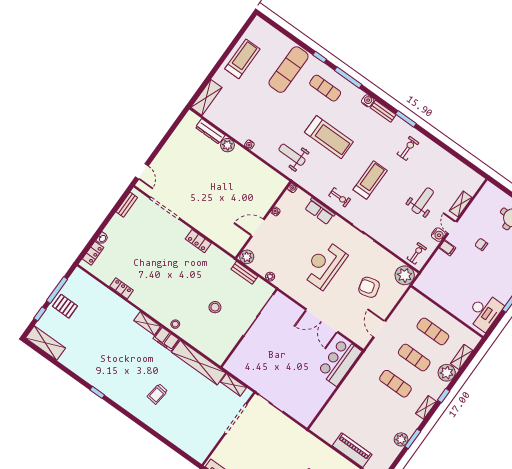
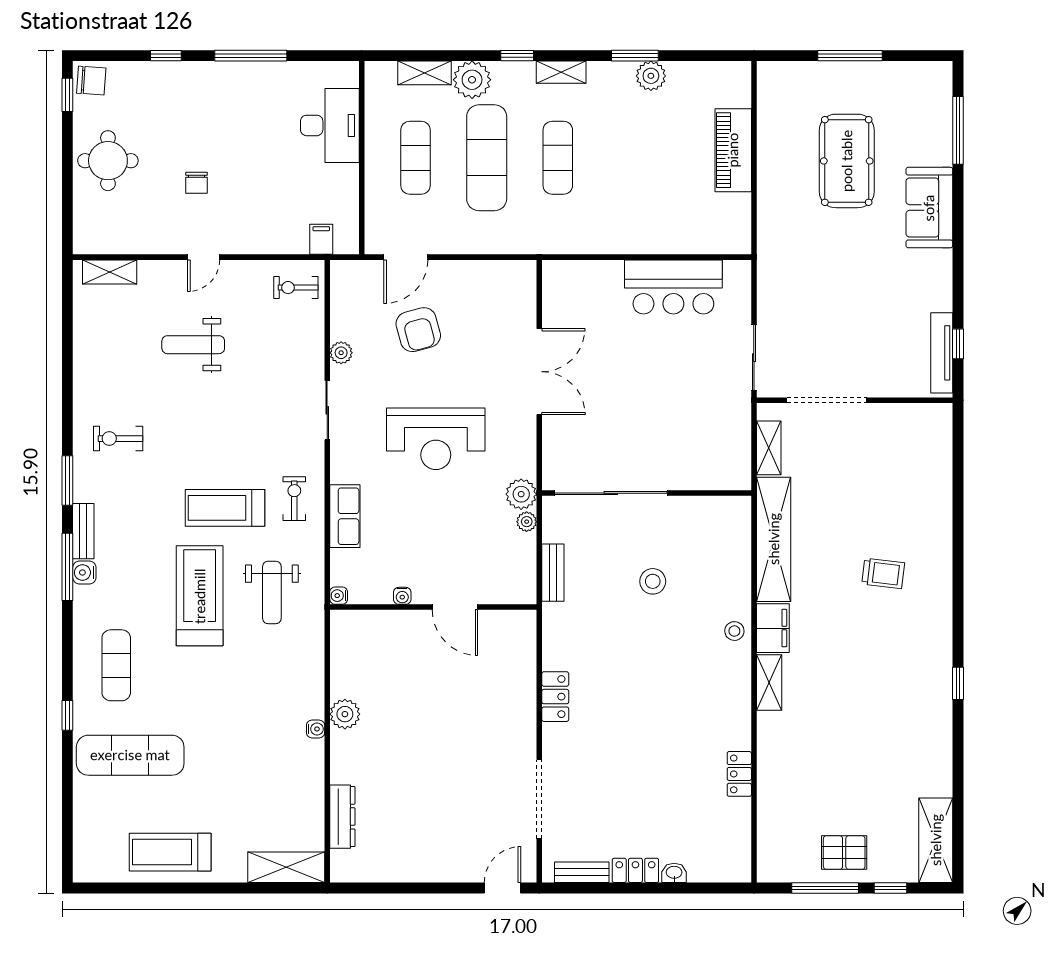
window: (348, 77) -> (67, 567), moved
plant: (228, 145) -> (345, 714), moved
weight bench: (292, 155) -> (272, 592), moved
treadmill: (370, 180) -> (225, 508), moved
shelving: (461, 204) -> (110, 272), moved
water cooler: (438, 235) -> (234, 273), removed
filing cabinet: (447, 248) -> (321, 239), moved
locker: (93, 253) -> (635, 870), moved
plant: (247, 257) -> (521, 494), moved
plant: (405, 275) -> (341, 353), moved, width x0.53, depth x0.53
pallet: (65, 306) -> (844, 853), turned 90
desk: (484, 312) -> (330, 125), moved, turned 90
door: (379, 329) -> (406, 257), moved
exercise mat: (414, 358) -> (487, 158), width x1.36, depth x1.45
bar counter: (339, 362) -> (673, 287), moved

